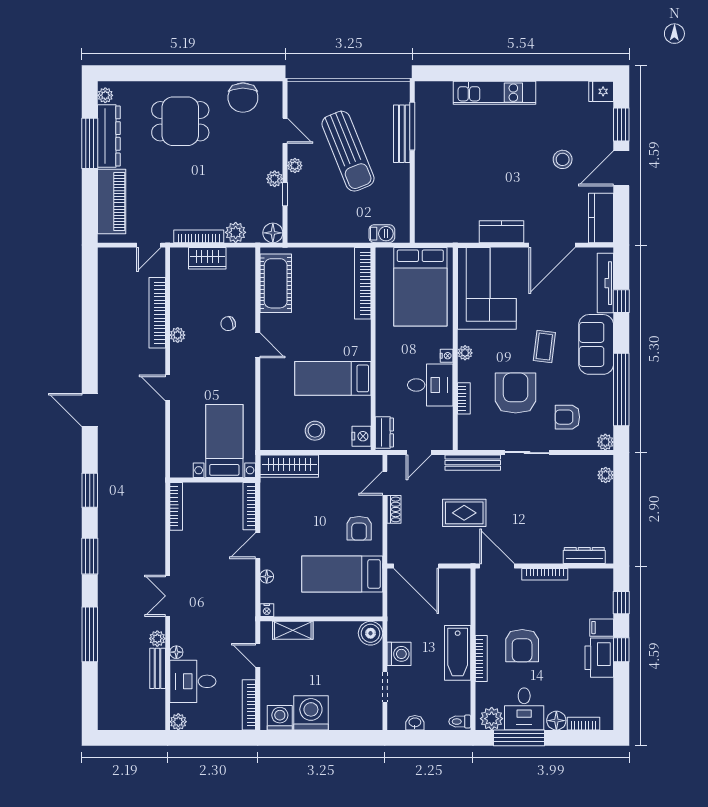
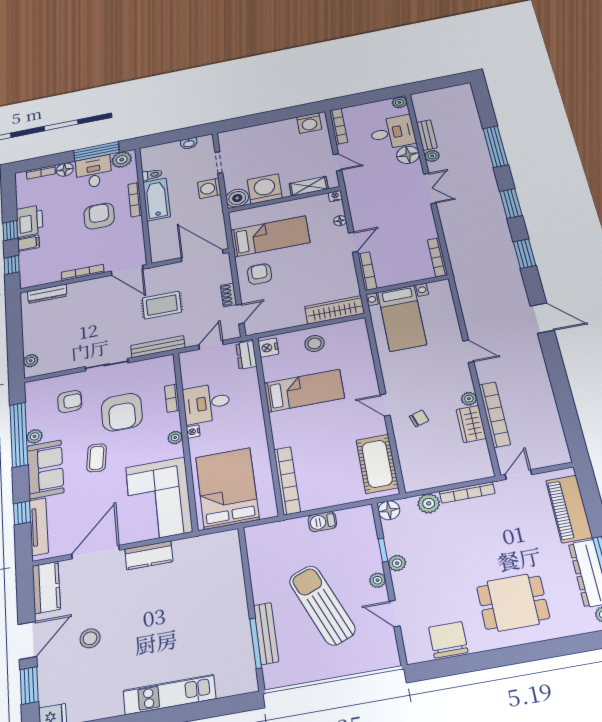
barbecue: (382, 234) -> (322, 522), moved
wardrobe: (207, 258) -> (471, 424), moved, turned -90
plant: (605, 442) -> (35, 436), moved
floor lamp: (176, 652) -> (408, 155), width x1.89, depth x1.89
washing machine: (311, 713) -> (265, 189), moved, turned 180
toilet: (460, 722) -> (152, 175), moved

